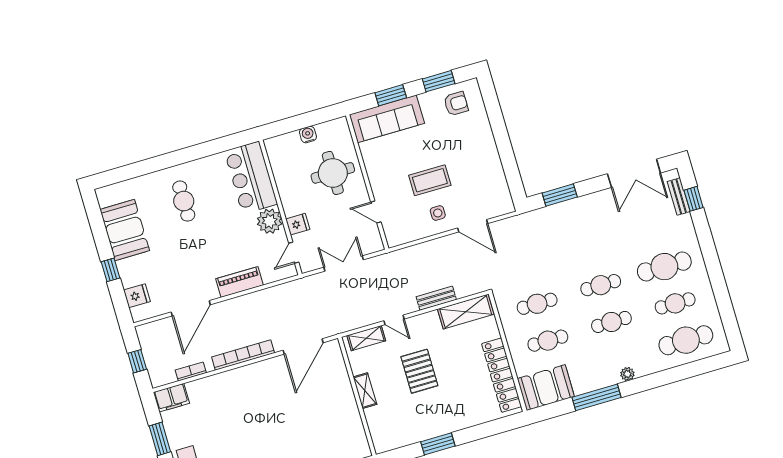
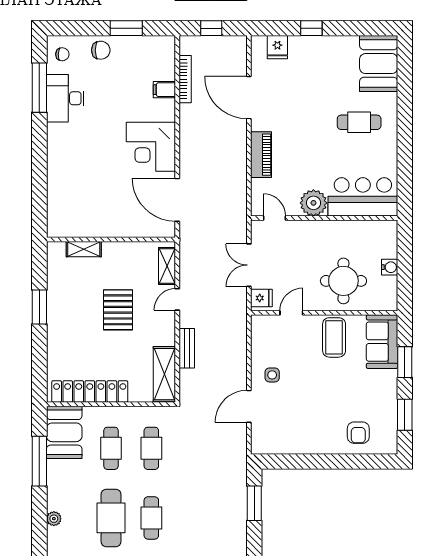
armchair: (456, 104) -> (358, 433), moved
sofa: (387, 119) -> (382, 342), width x0.73
coffee table: (430, 180) -> (334, 337), moved
fridge: (298, 224) -> (261, 298), moved, turned -90
booth: (125, 230) -> (379, 64), moved, turned 90
double door: (344, 264) -> (249, 265), swing flipped
cafe table: (611, 322) -> (111, 518), width x1.37, depth x1.35
bookcase: (243, 355) -> (186, 137), removed
bookcase: (191, 371) -> (185, 79), width x1.56
pallet: (419, 371) -> (118, 310), turned 90
corner desk: (262, 385) -> (151, 147), added
shelving: (365, 391) -> (84, 249), moved
window: (597, 397) -> (39, 461), moved
filing cabinet: (171, 398) -> (164, 90), moved, width x0.50

